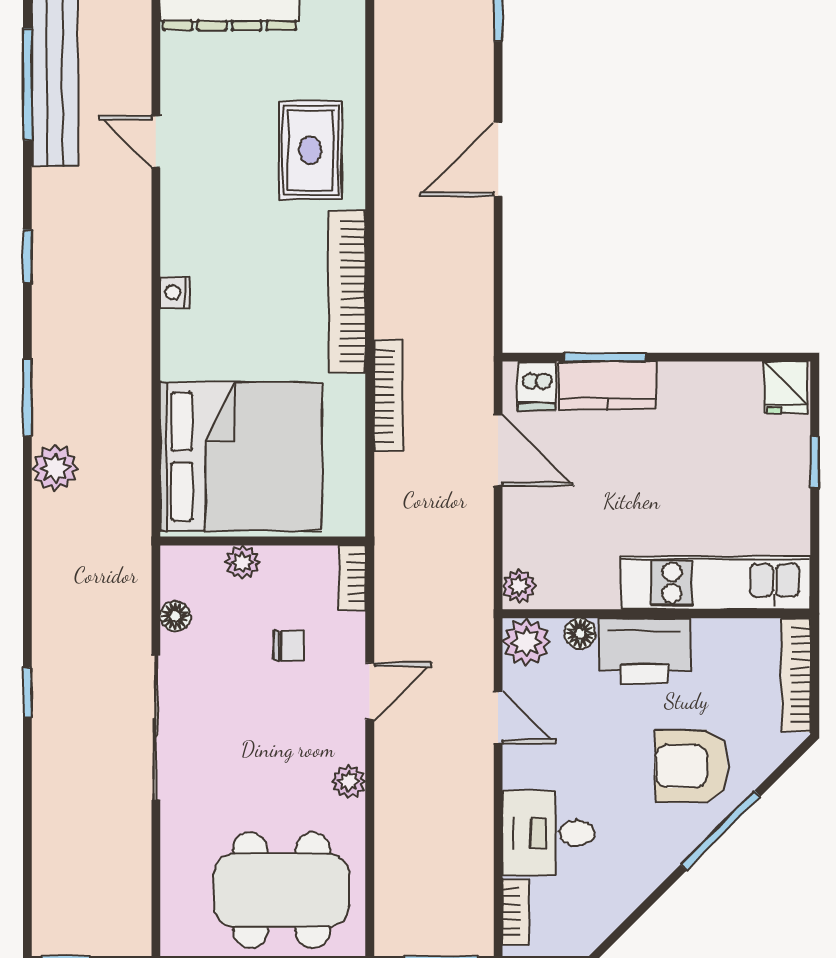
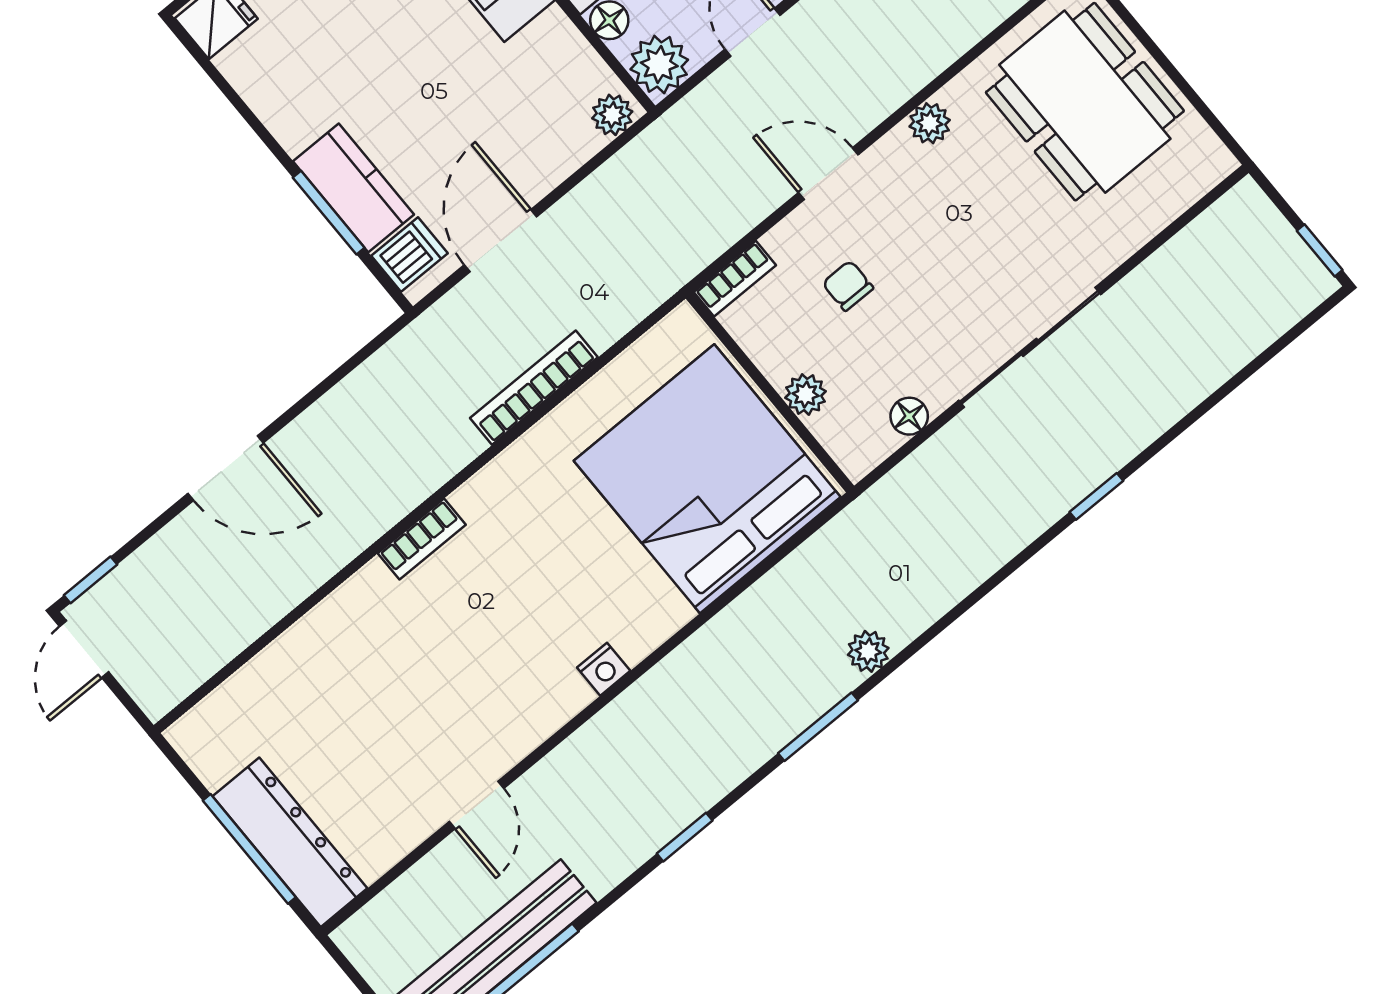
rug: (310, 150) -> (364, 653), removed
bookcase: (347, 292) -> (422, 539), width x0.43, depth x0.76
plant: (55, 468) -> (868, 651), width x0.73, depth x0.73

